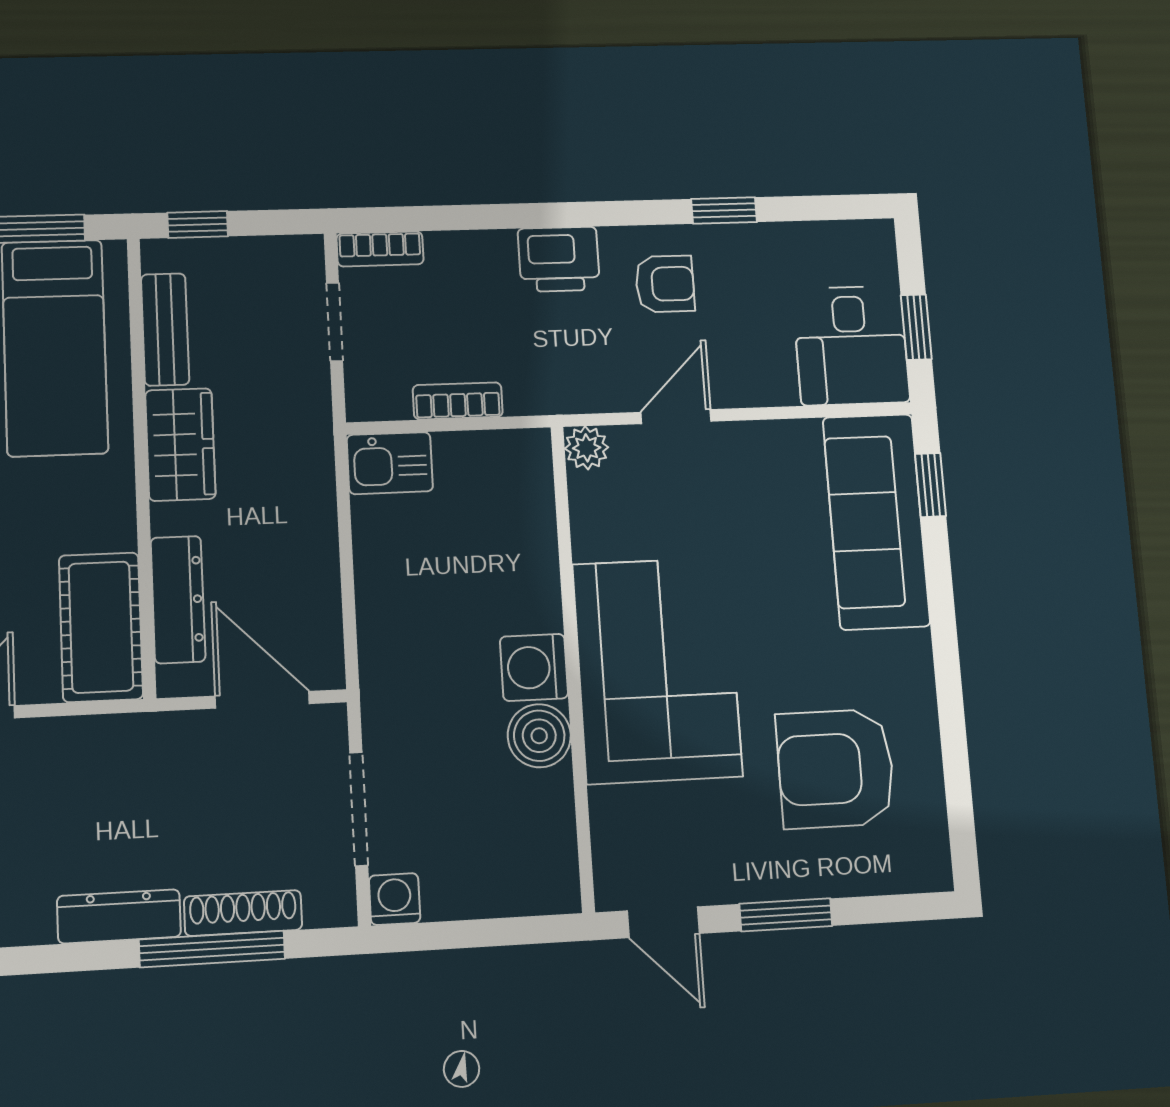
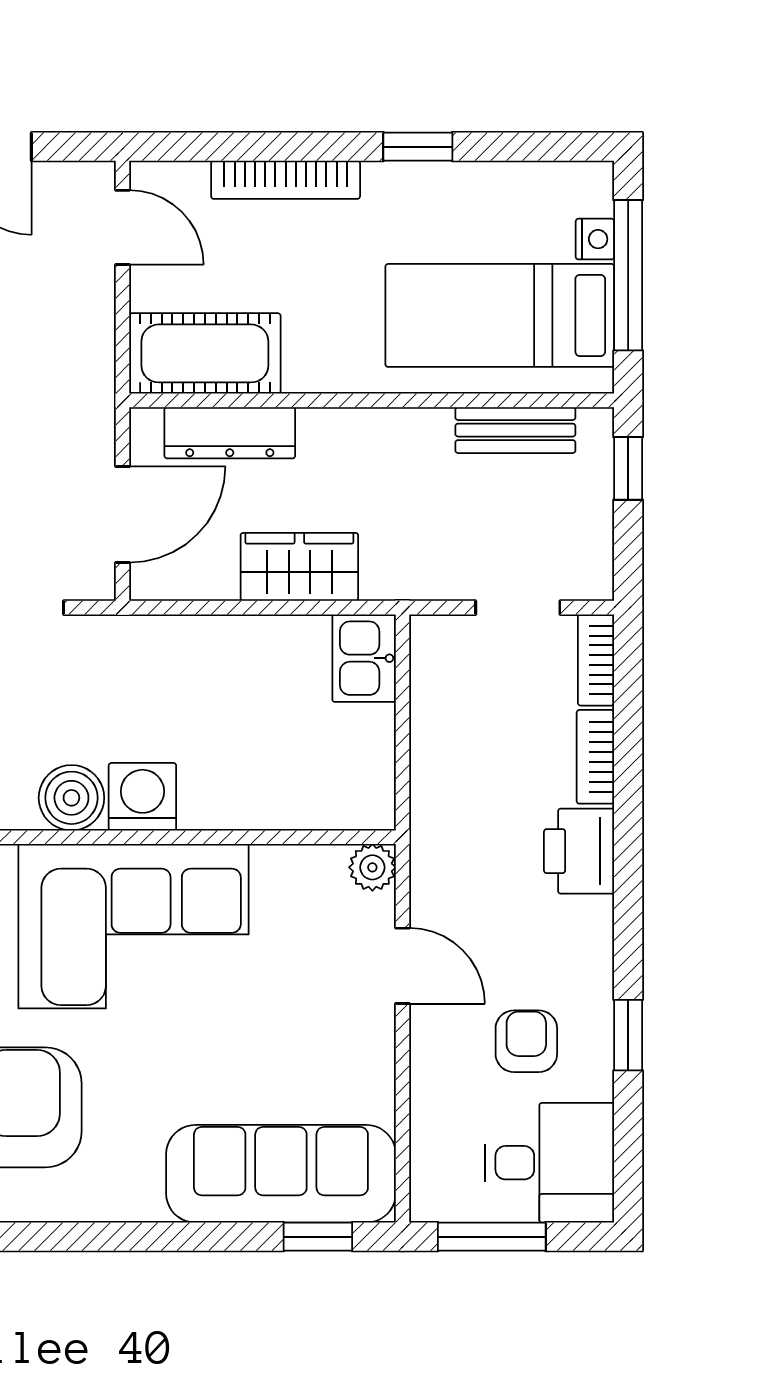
armchair: (665, 284) -> (526, 1041), moved, turned 180
window: (916, 327) -> (492, 1237), width x1.50
desk: (851, 345) -> (550, 1163), moved, turned 180
bookcase: (458, 401) -> (595, 757), moved, turned 180
wardrobe: (180, 444) -> (299, 567), moved, turned 180

